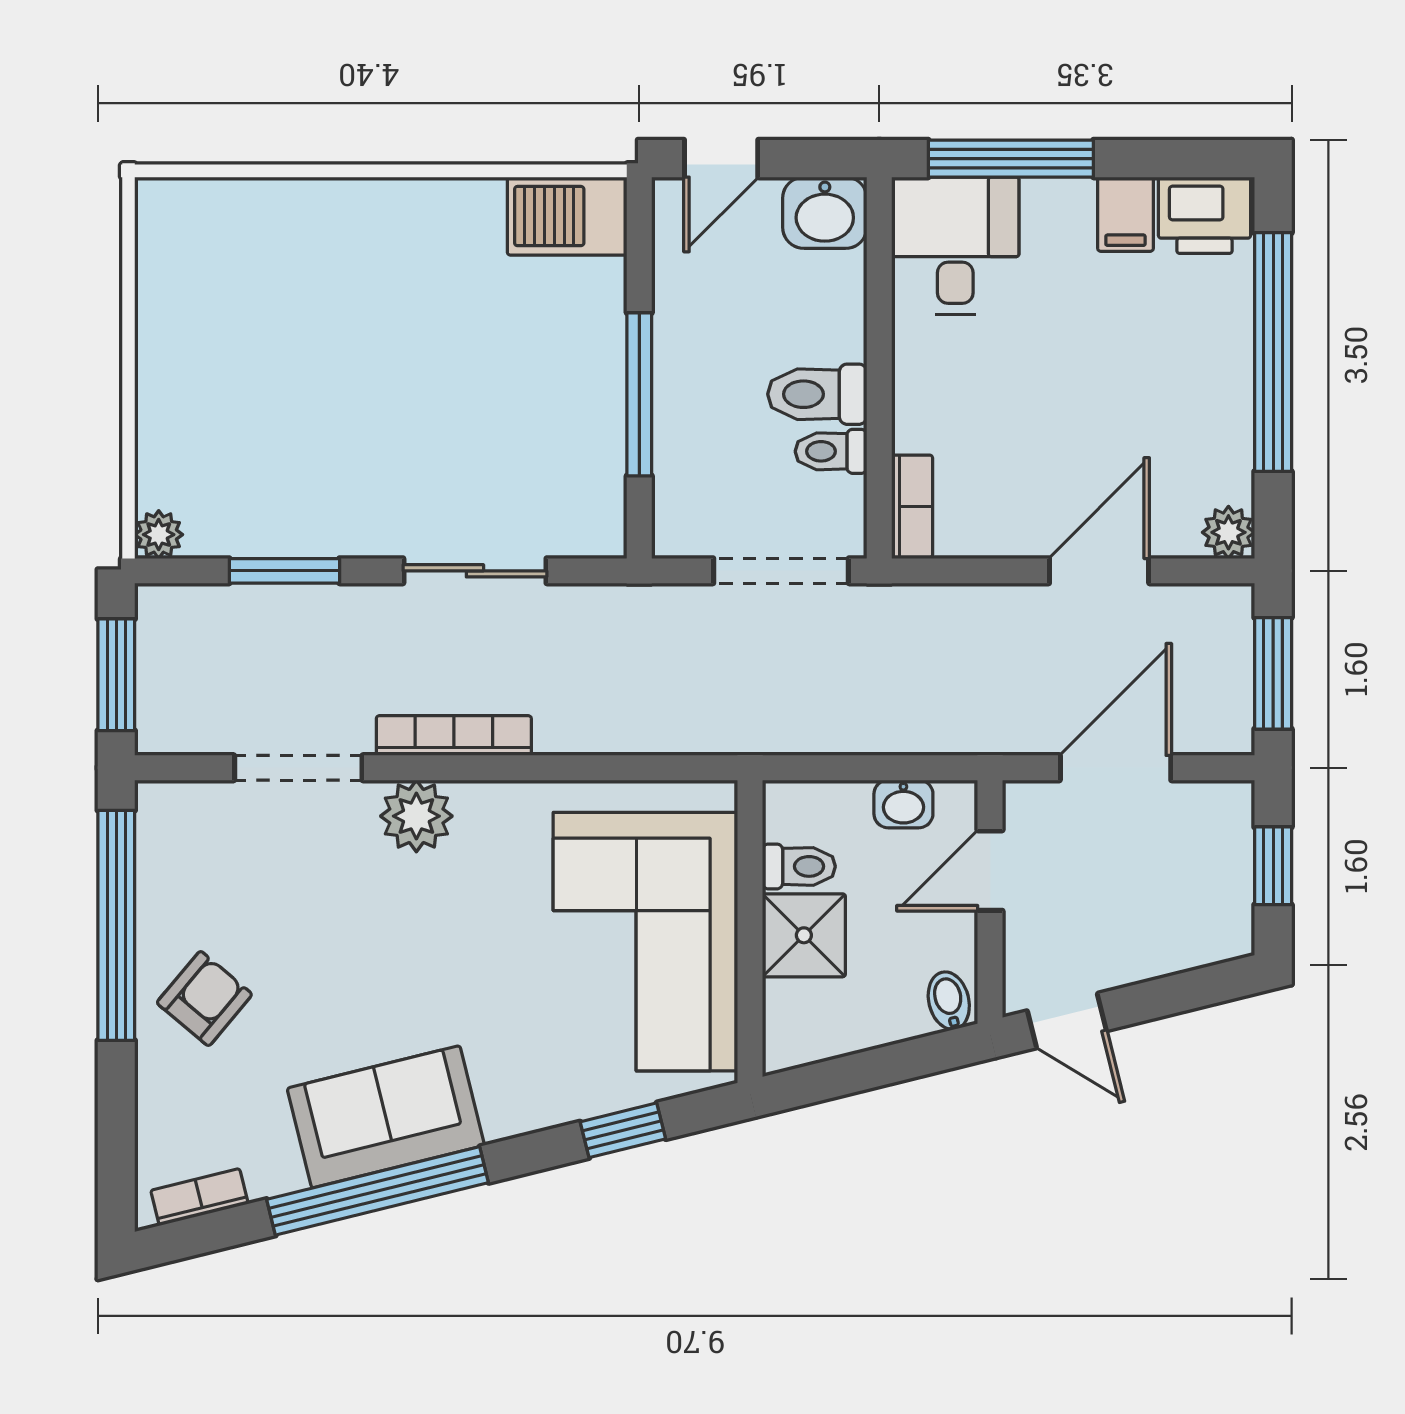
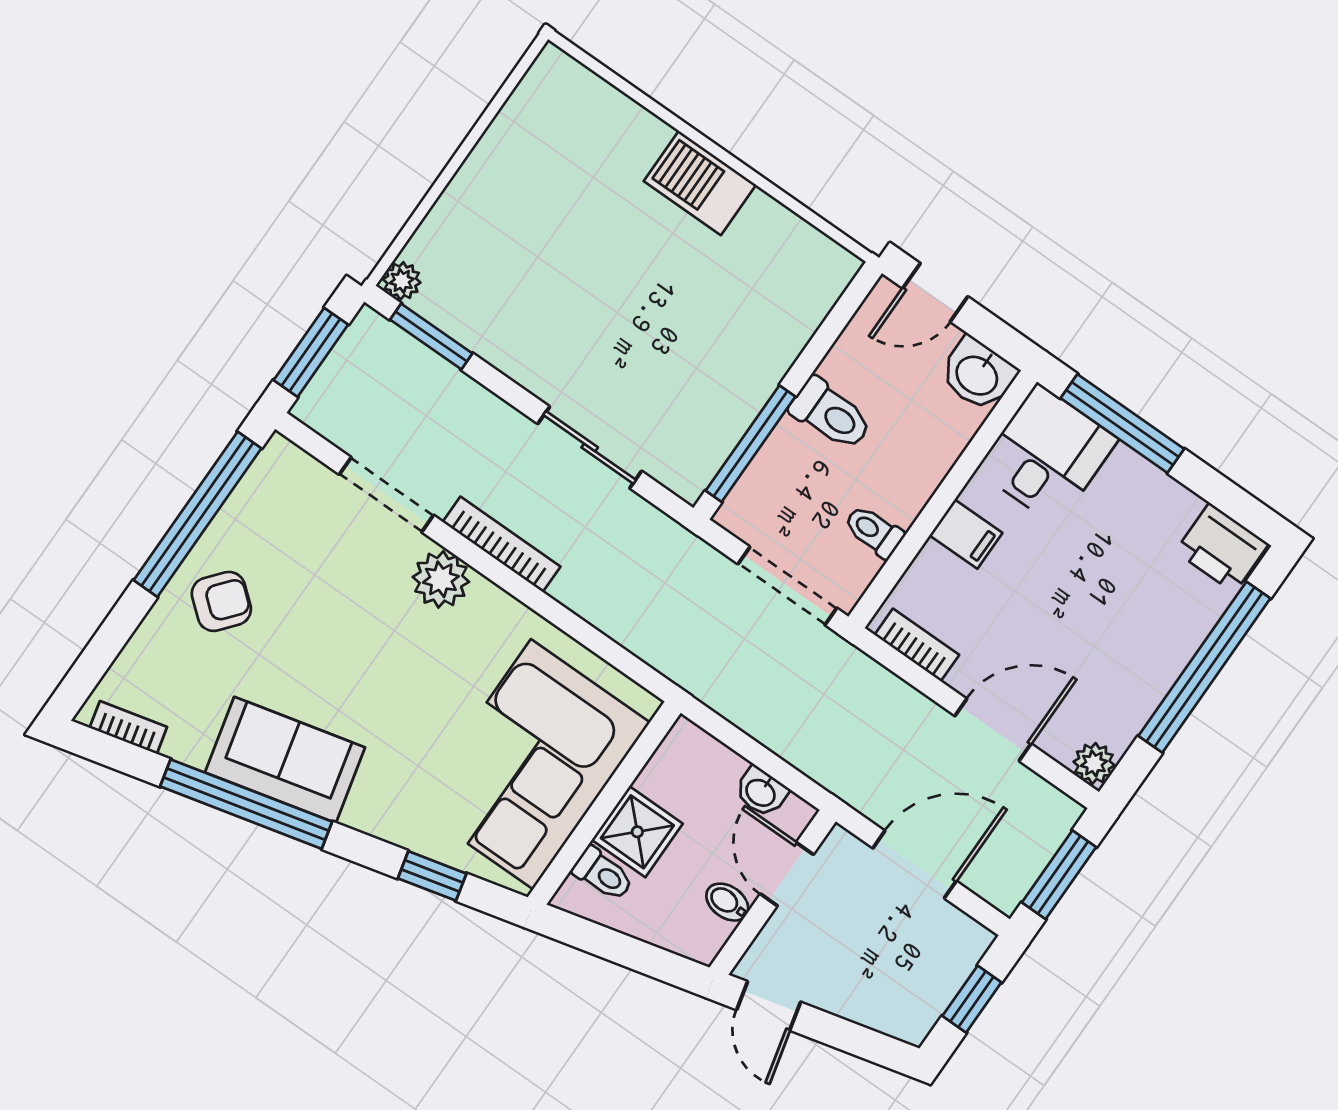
filing cabinet: (1125, 214) -> (966, 534), moved, turned -90
barbecue: (567, 216) -> (700, 183), moved
window: (639, 394) -> (751, 444), moved
toilet: (817, 394) -> (831, 414), moved, turned 180
bookcase: (912, 506) -> (917, 645), moved, turned -90
window: (284, 571) -> (431, 337), moved
toilet: (799, 866) -> (603, 874), moved
door: (990, 871) -> (787, 874), hinge flipped
bidet: (949, 1001) -> (727, 902), moved, turned -76

